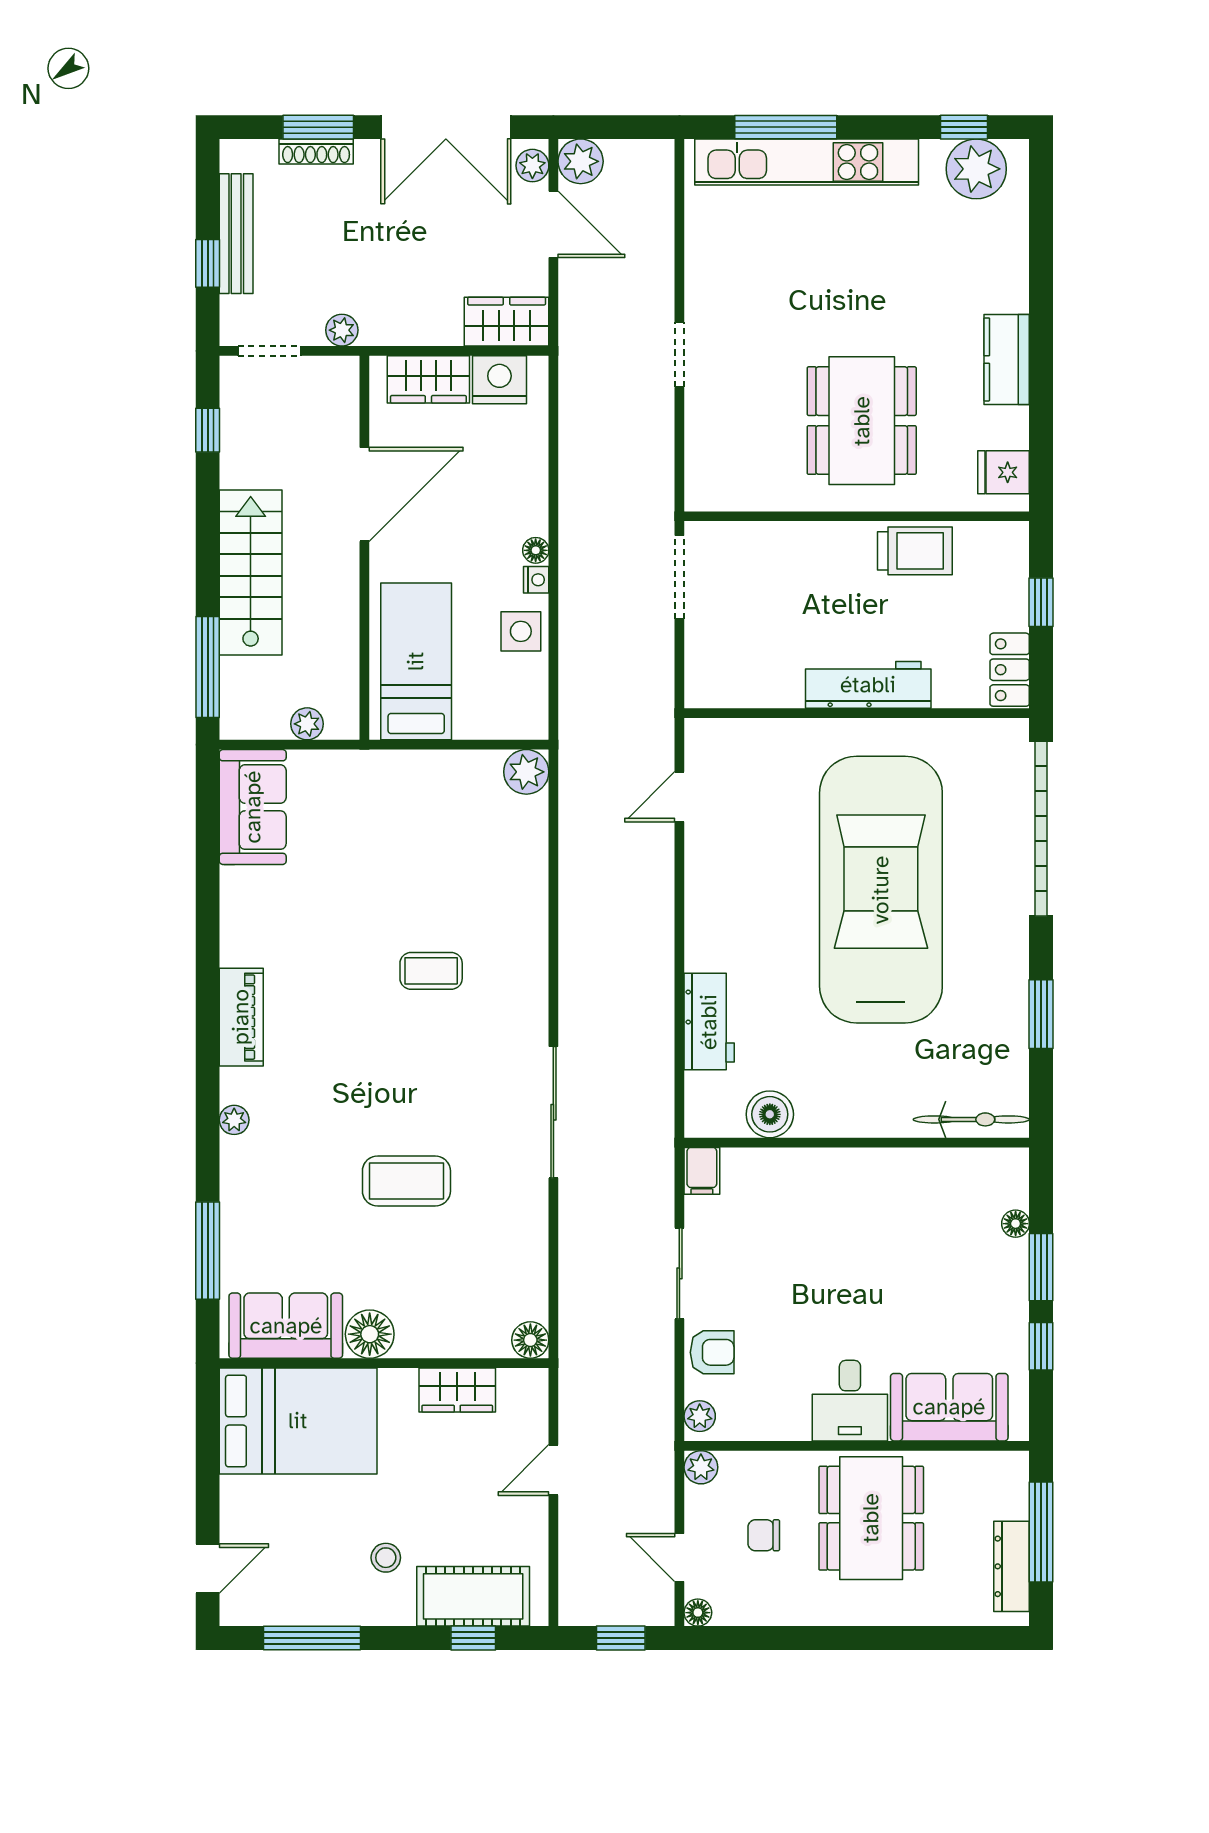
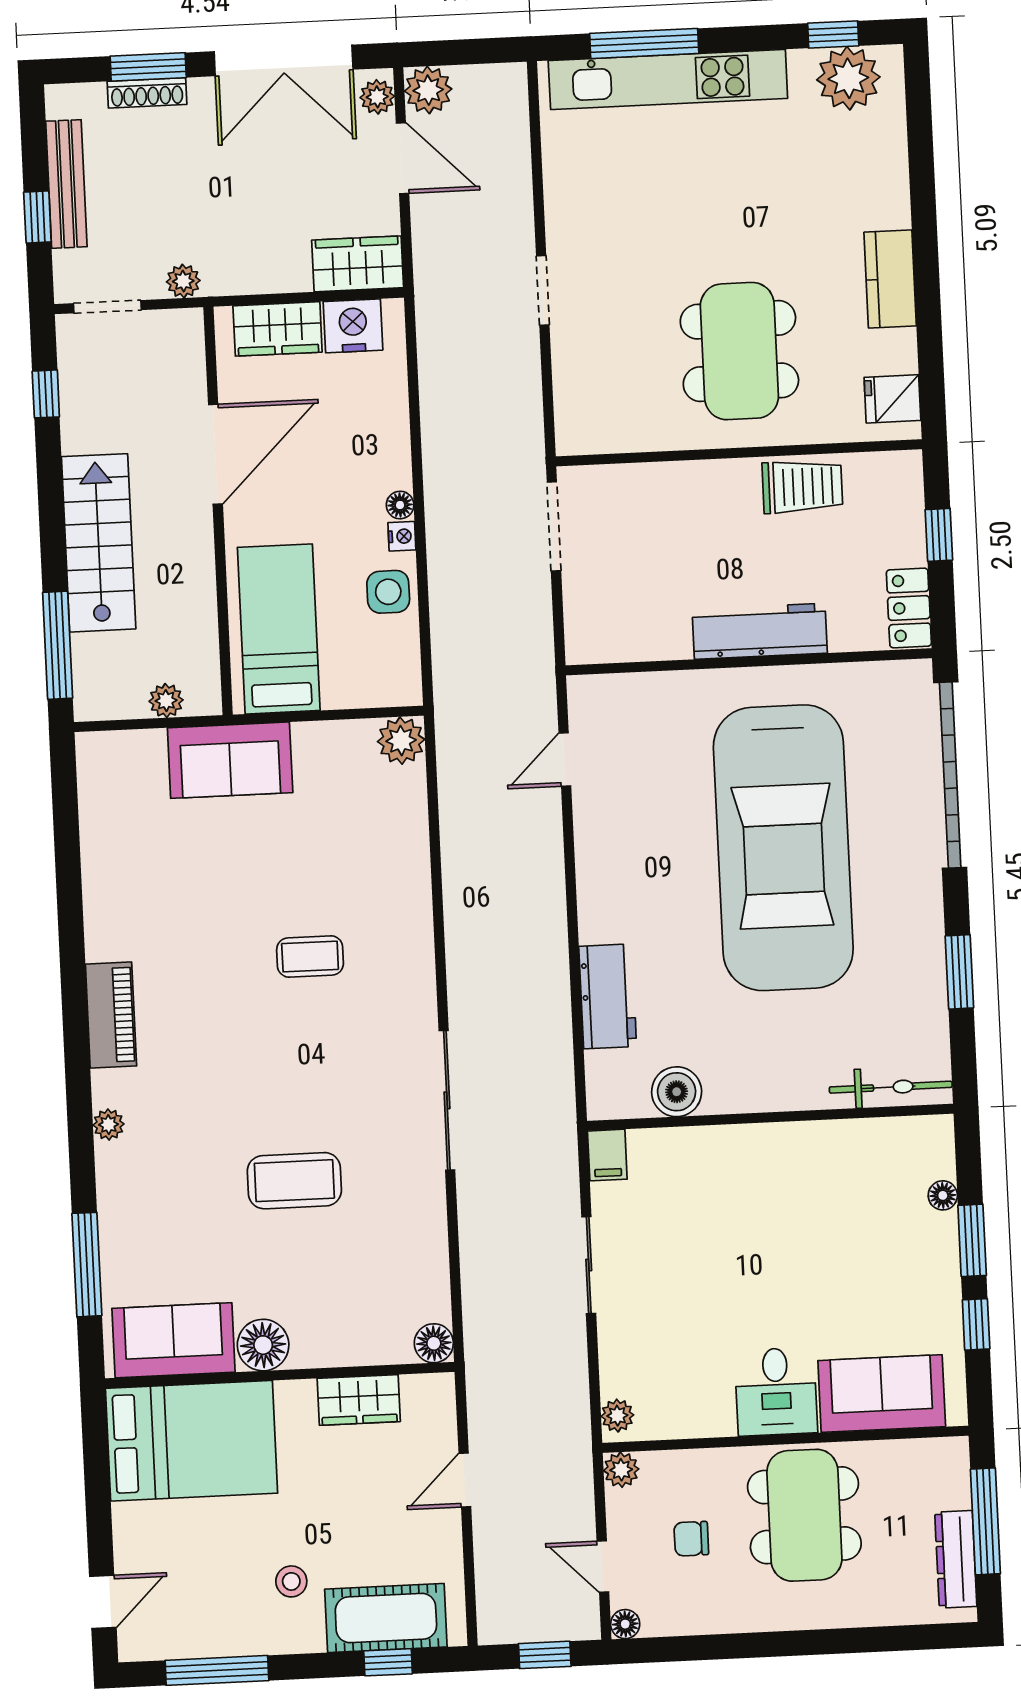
sofa: (253, 807) -> (230, 760), moved, turned 90
car: (881, 890) -> (783, 848), turned 180
armchair: (712, 1352) -> (627, 1347), removed

